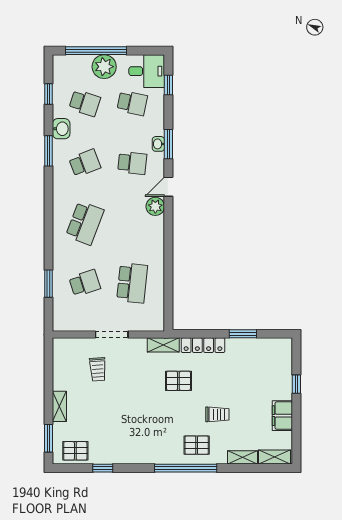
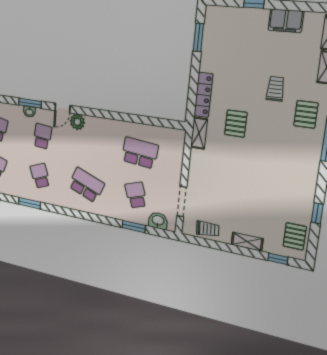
washbasin: (61, 129) -> (158, 221), moved
door: (168, 187) -> (63, 108), hinge flipped
window: (243, 334) -> (198, 37), moved
doorway: (112, 335) -> (182, 202), moved
trolley: (98, 369) -> (208, 229), moved
window: (49, 438) -> (278, 259), width x0.67

